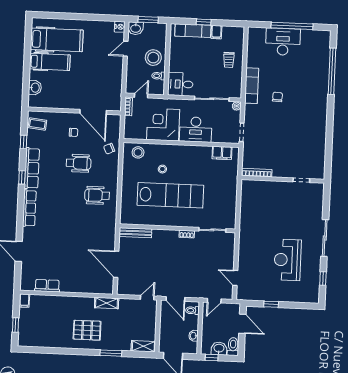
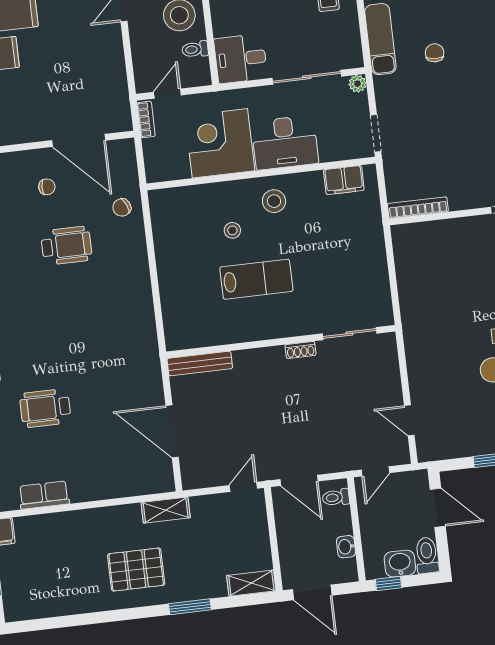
stool: (138, 152) -> (274, 201), moved
wheelchair: (97, 195) -> (45, 408), moved
lab bench: (170, 195) -> (256, 279), width x0.54, depth x0.72

